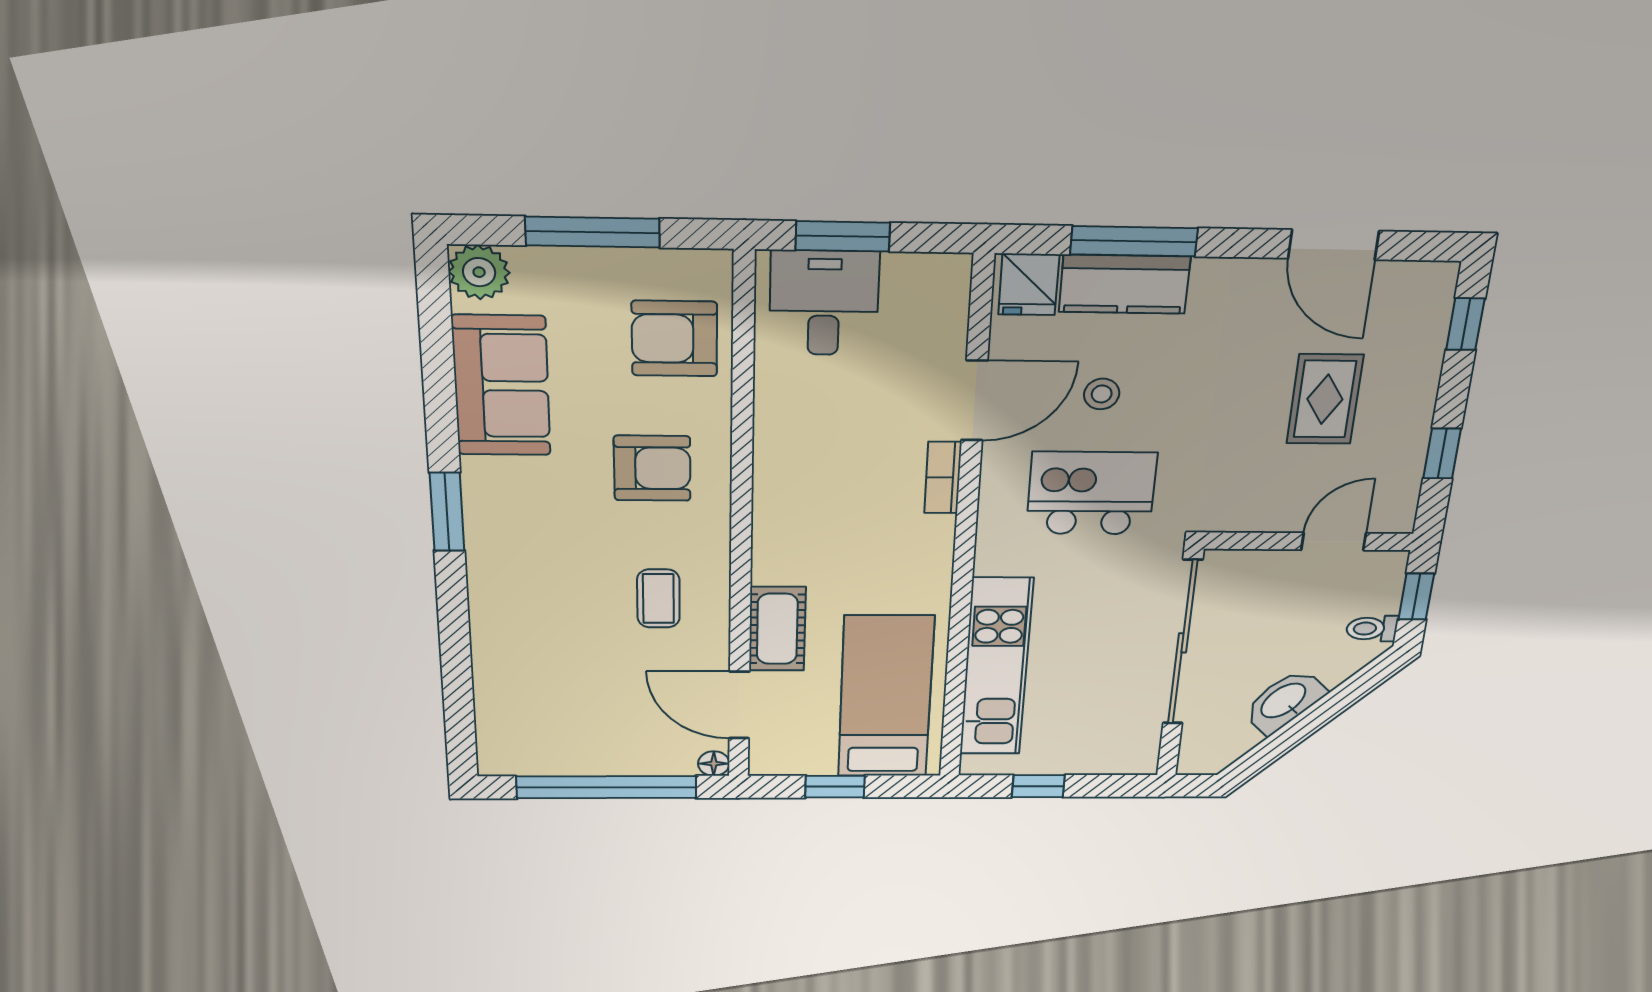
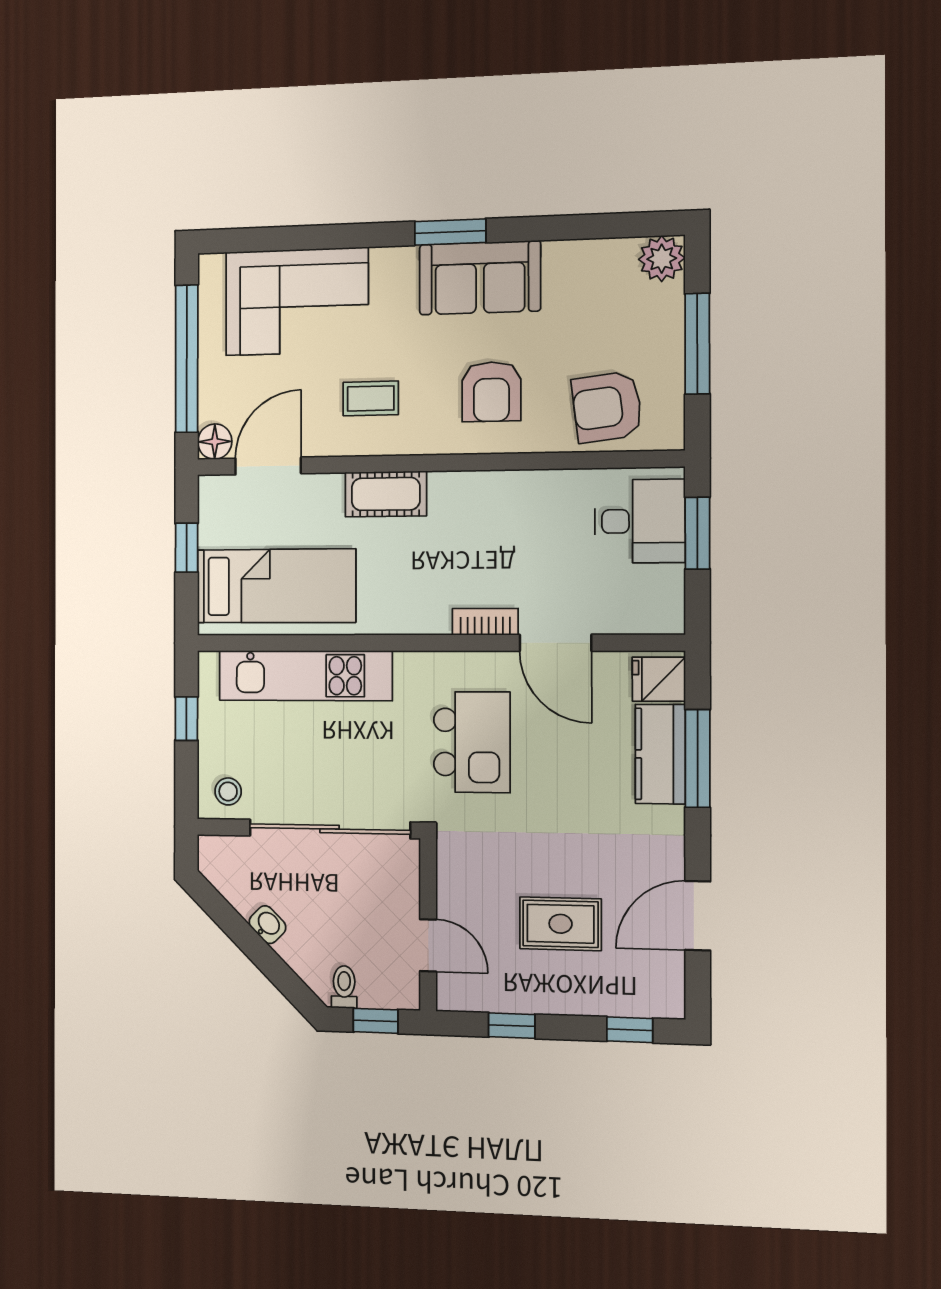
armchair: (674, 339) -> (607, 407), turned -97
sofa: (501, 386) -> (480, 278), moved
stool: (1102, 394) -> (228, 791), moved
cot: (777, 629) -> (386, 494), moved
corner sofa: (536, 676) -> (297, 301), added
washbasin: (1284, 701) -> (267, 925), width x0.52, depth x0.69
floor lamp: (714, 764) -> (215, 442), width x1.37, depth x1.37

